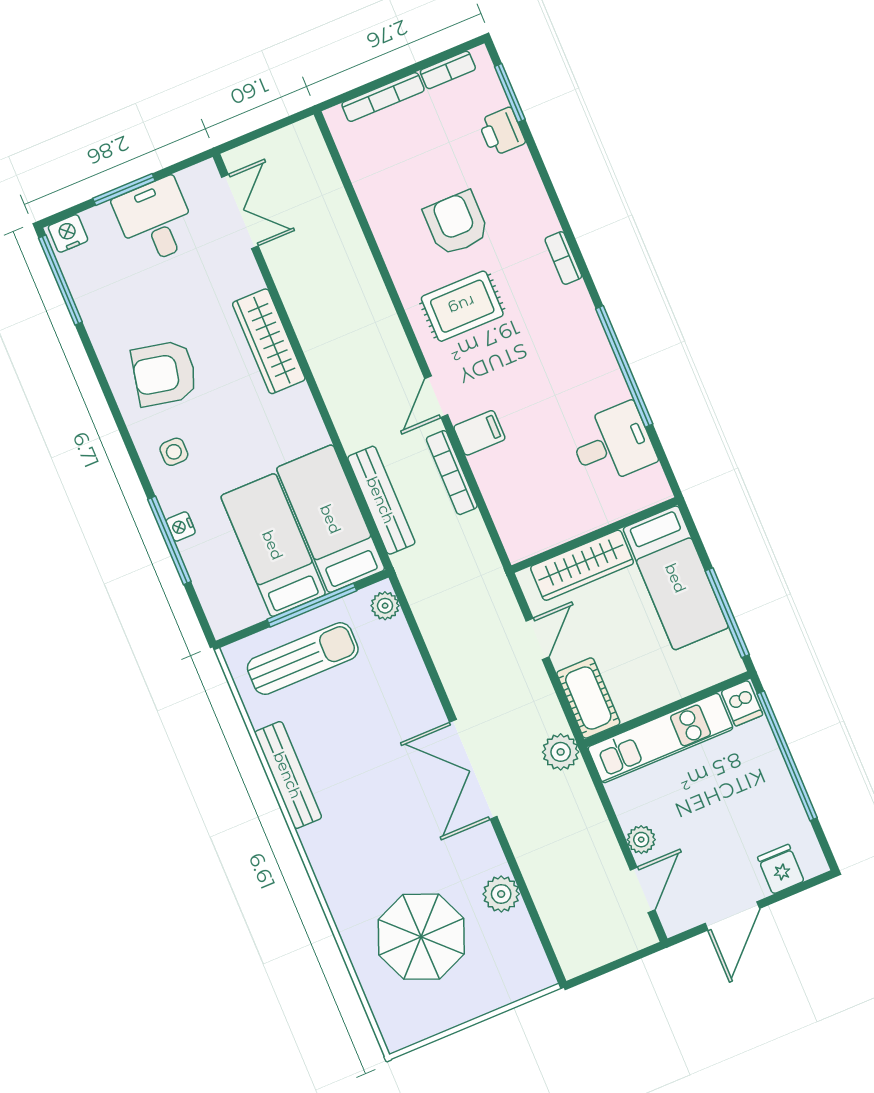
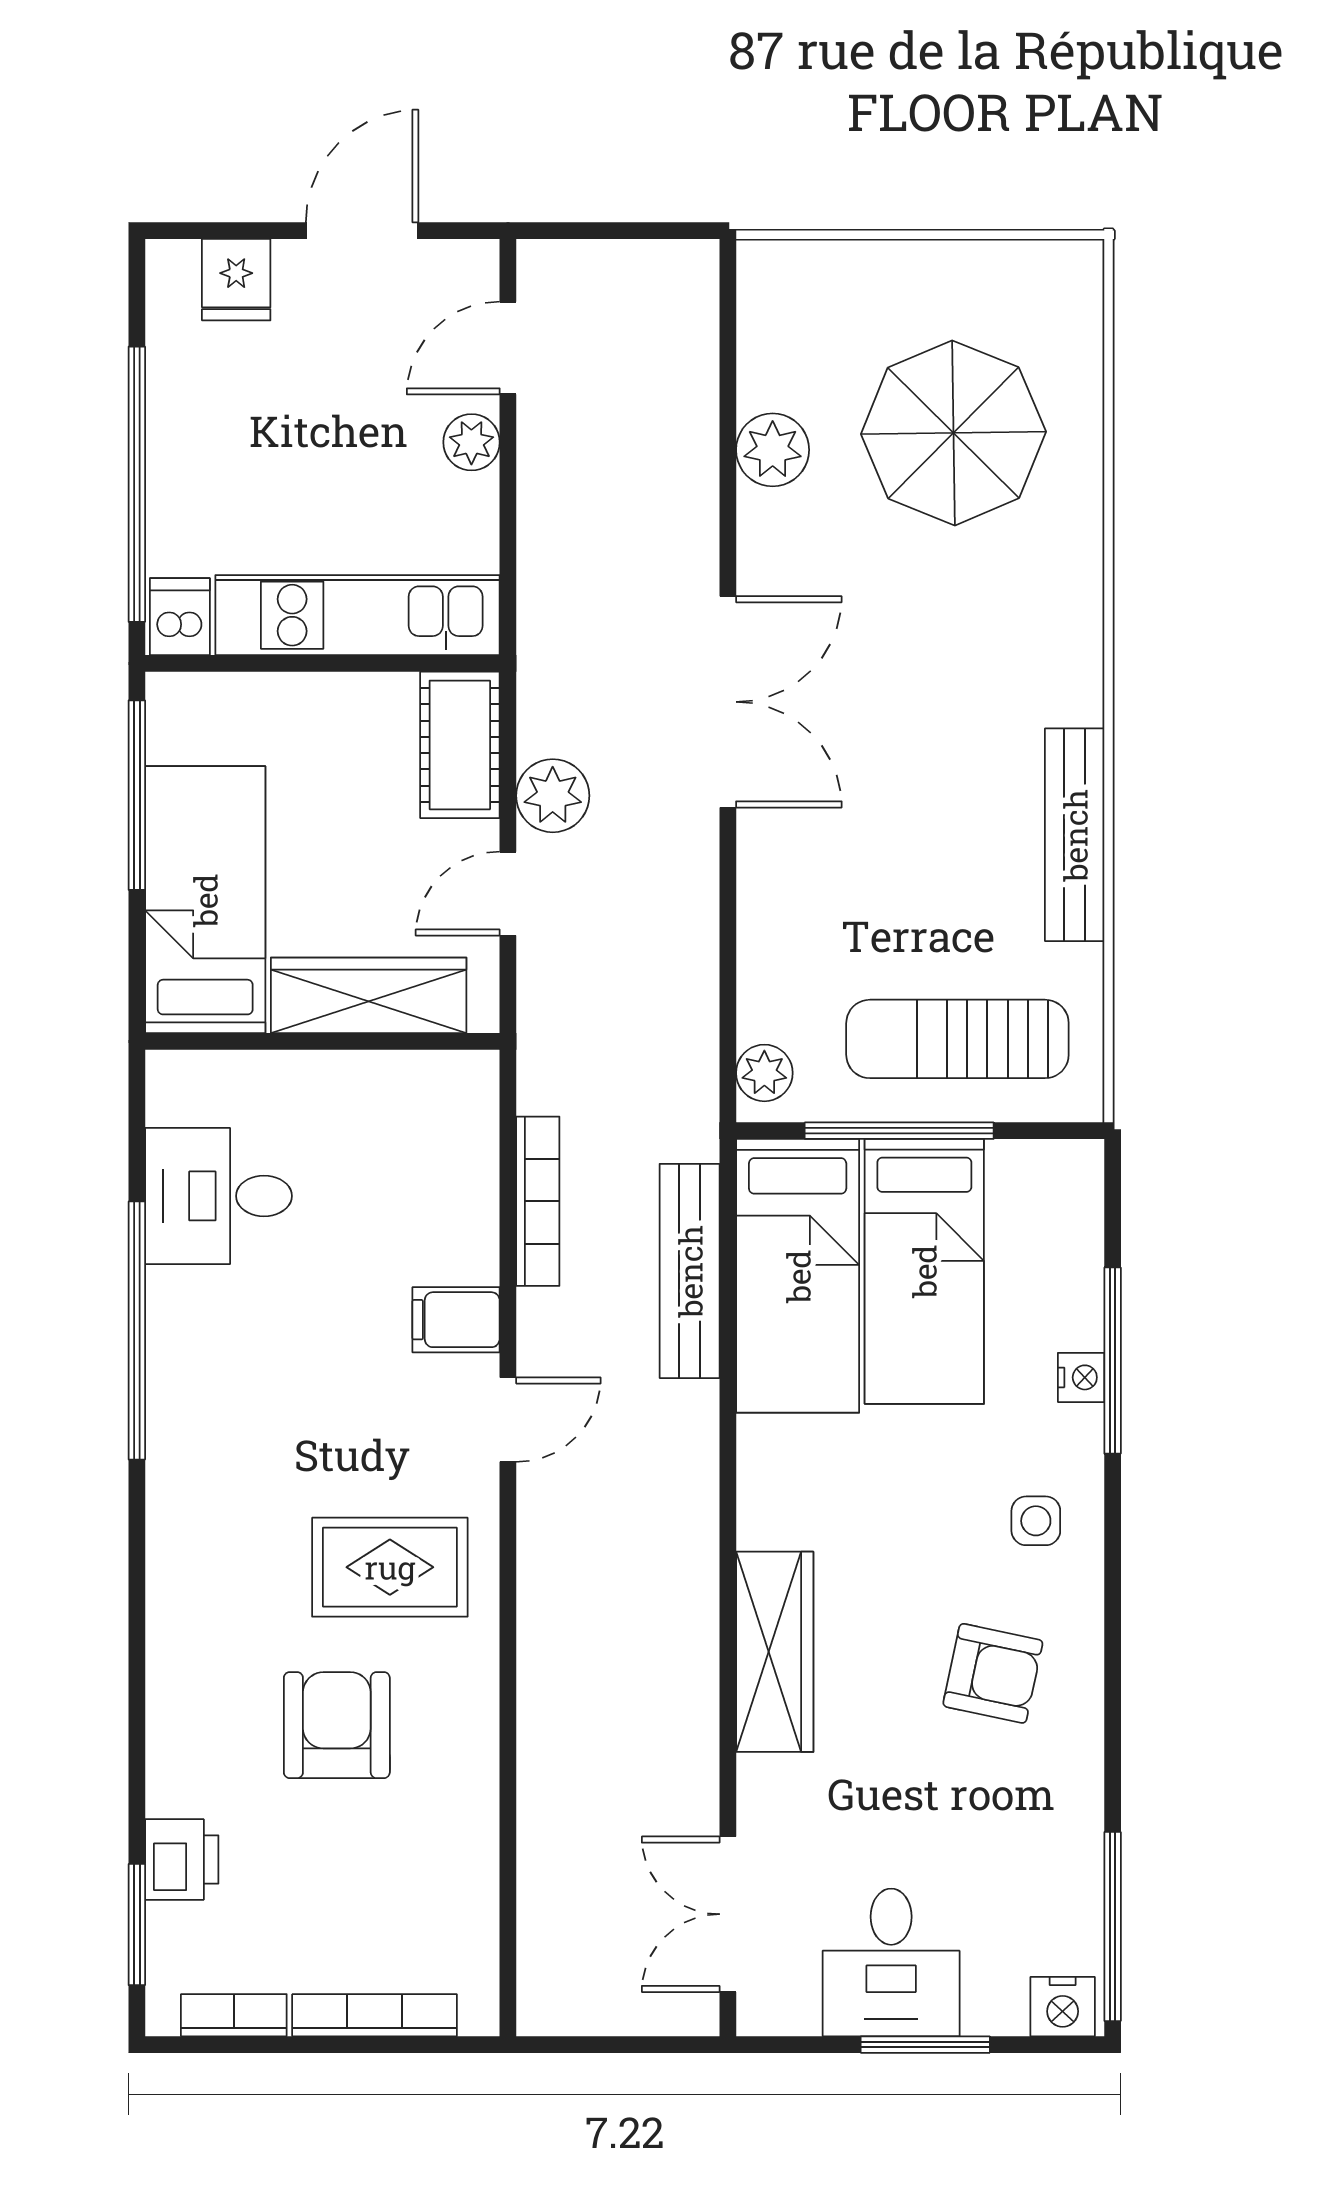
armchair: (456, 223) -> (337, 1725), turned 180
bookcase: (563, 258) -> (166, 1578), removed
armchair: (164, 373) -> (993, 1673), width x0.72, depth x0.72
bookcase: (452, 473) -> (538, 1201), moved
plant: (561, 752) -> (553, 796), moved

